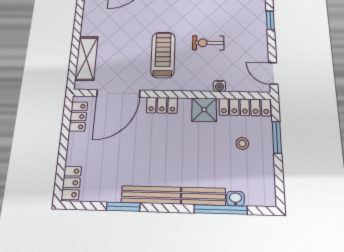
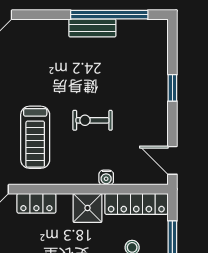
treadmill: (163, 55) -> (35, 137), turned 180

